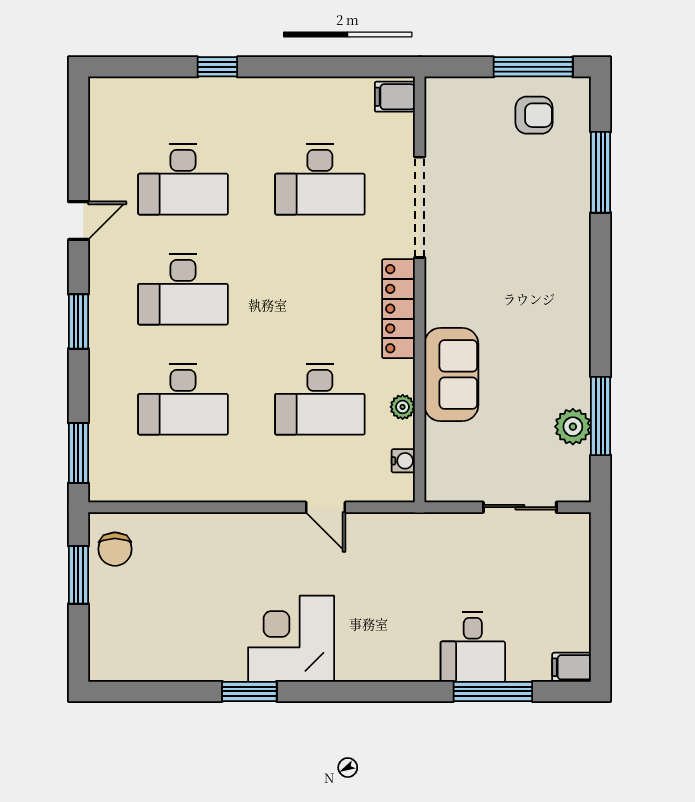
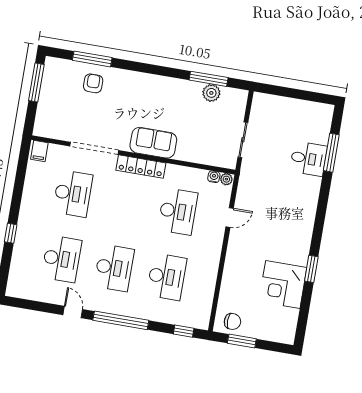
armchair: (534, 115) -> (93, 83), moved
window: (78, 321) -> (121, 320), width x2.11
sofa: (451, 375) -> (153, 143), moved
plant: (403, 407) -> (226, 179), moved
window: (78, 453) -> (184, 331), width x0.67
sliding door: (520, 507) -> (243, 140), moved
corner desk: (291, 639) -> (283, 285), moved
filing cabinet: (572, 667) -> (326, 113), removed

